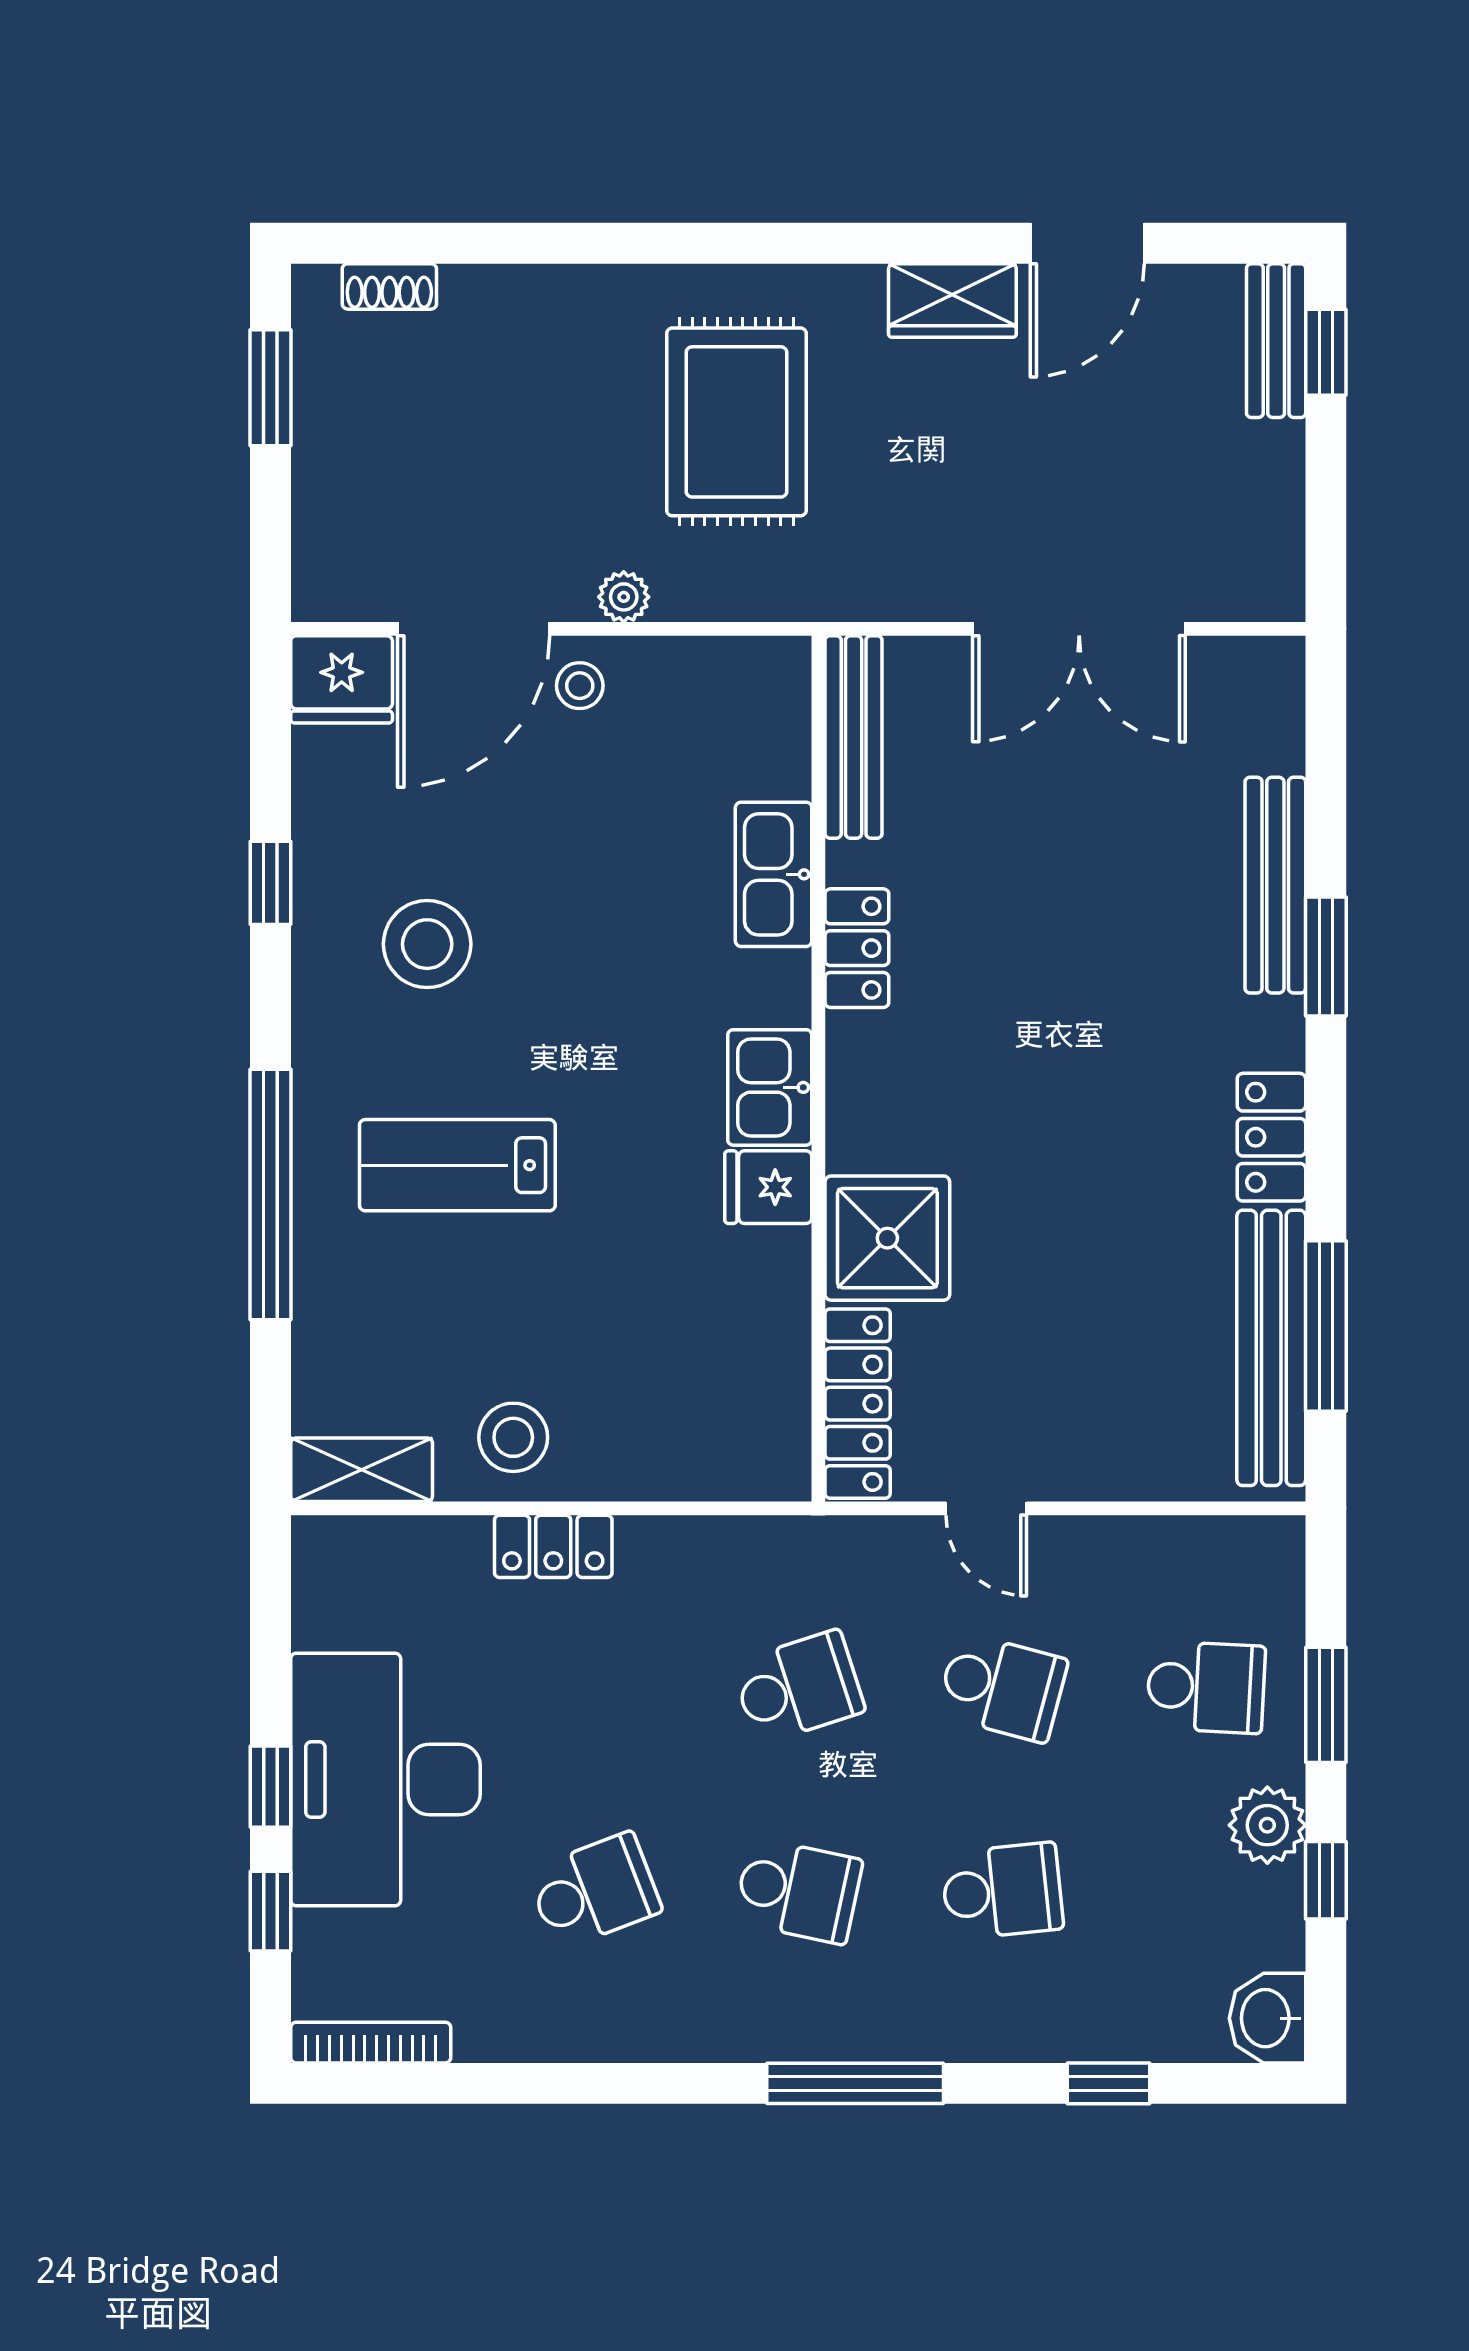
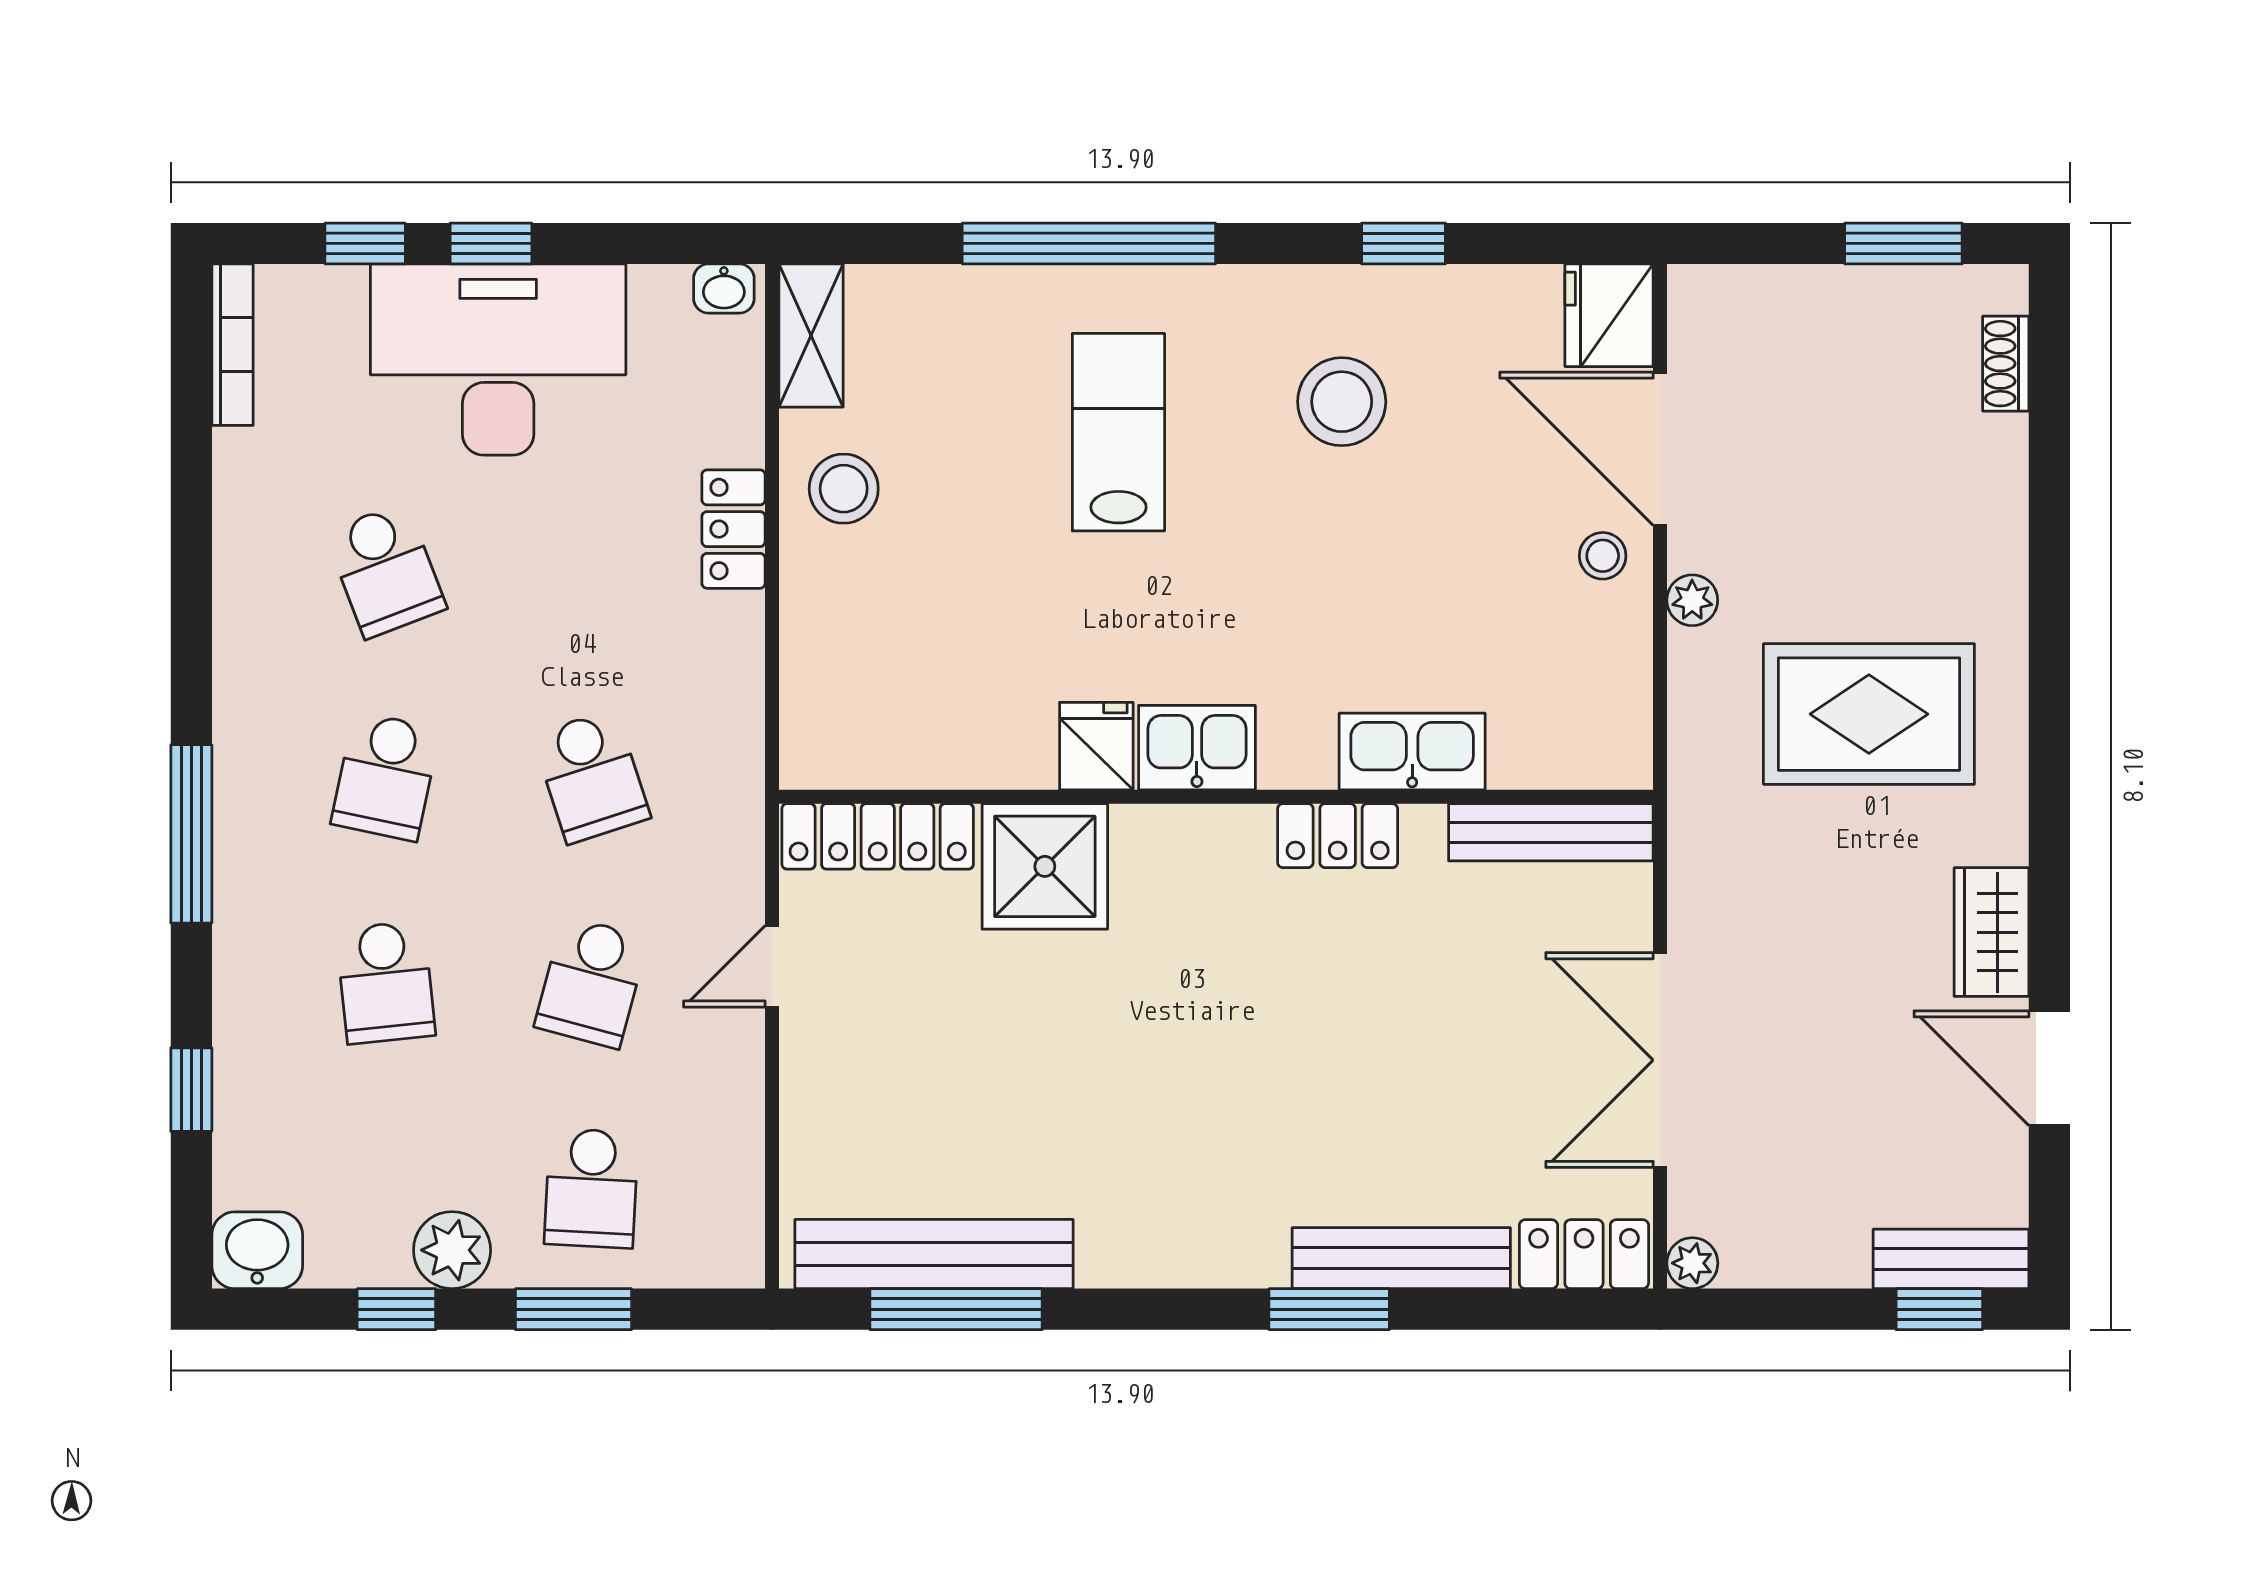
plant: (1280, 597) -> (1692, 1263), added
locker: (1271, 1137) -> (1584, 1254), moved
washbasin: (315, 1556) -> (724, 288), added

